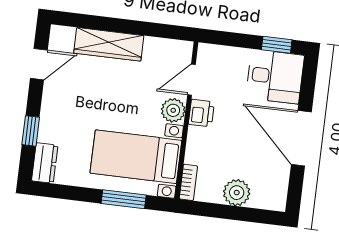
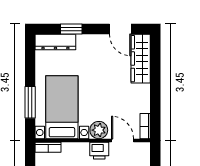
wardrobe: (109, 44) -> (141, 59), moved
bookcase: (176, 46) -> (145, 126), added
dresser: (45, 163) -> (55, 42), width x1.44

